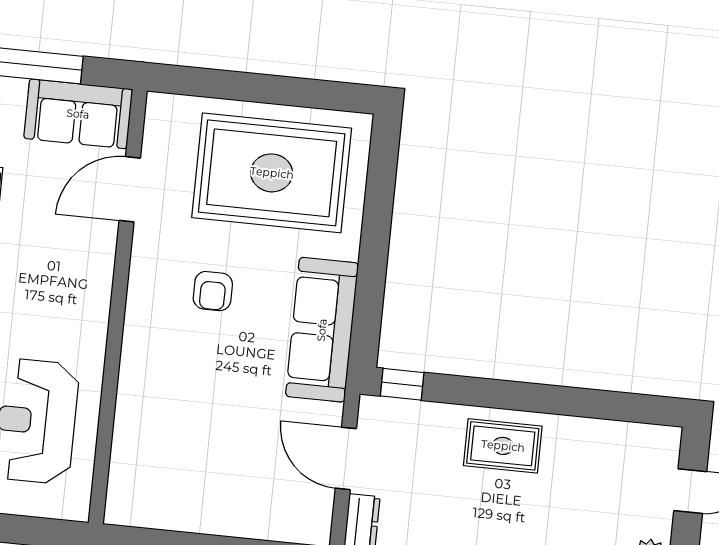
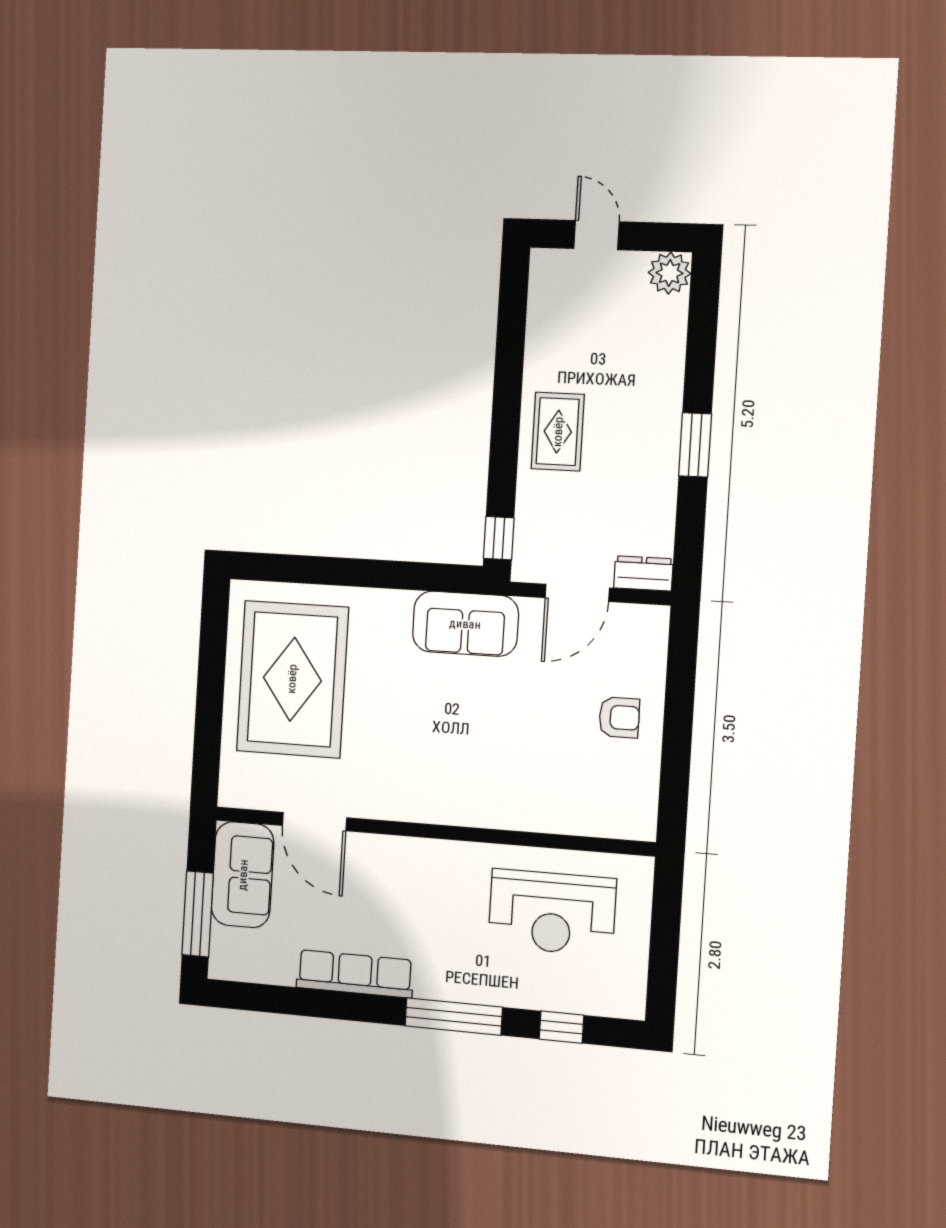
armchair: (213, 291) -> (619, 717), moved
sofa: (322, 330) -> (465, 624), width x0.73

